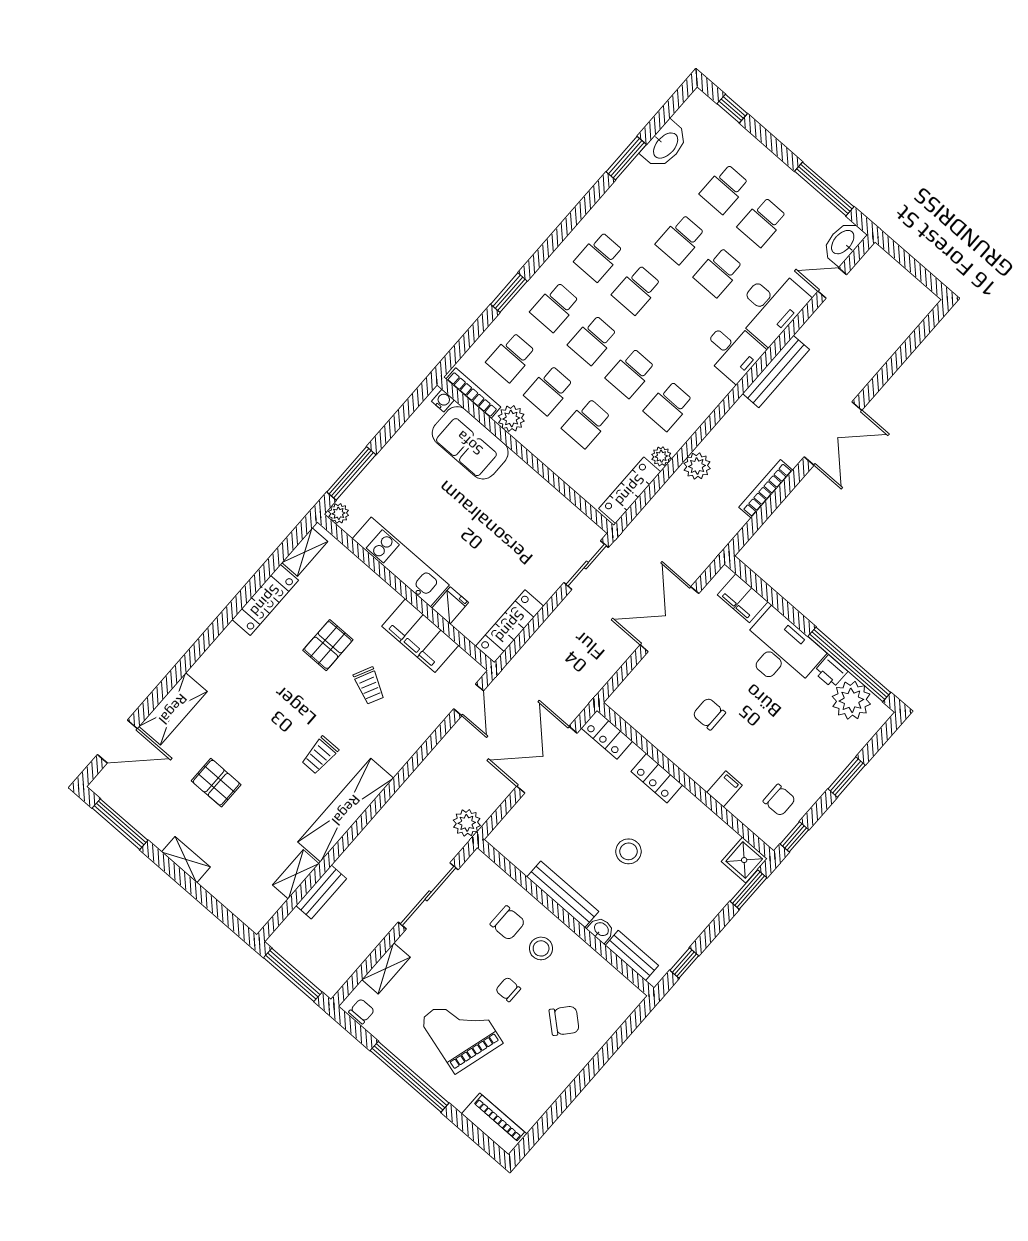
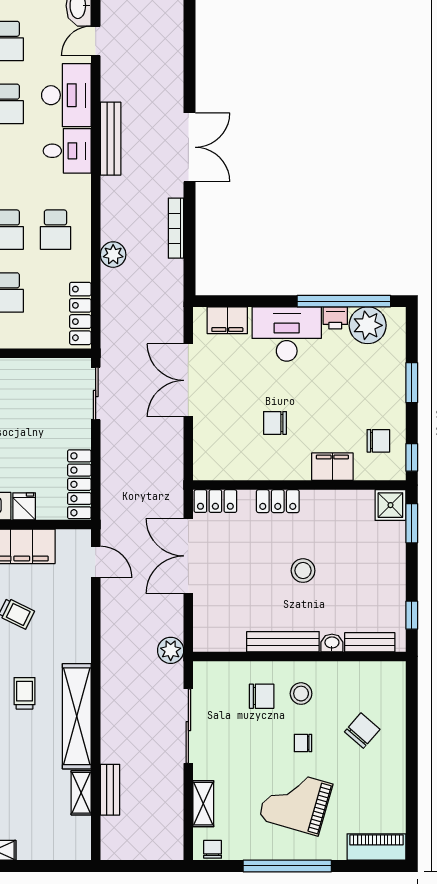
plant: (661, 456) -> (82, 270), removed
trolley: (320, 755) -> (25, 693), turned 180
filing cabinet: (724, 789) -> (332, 467), width x2.00
window: (293, 975) -> (141, 866), removed

